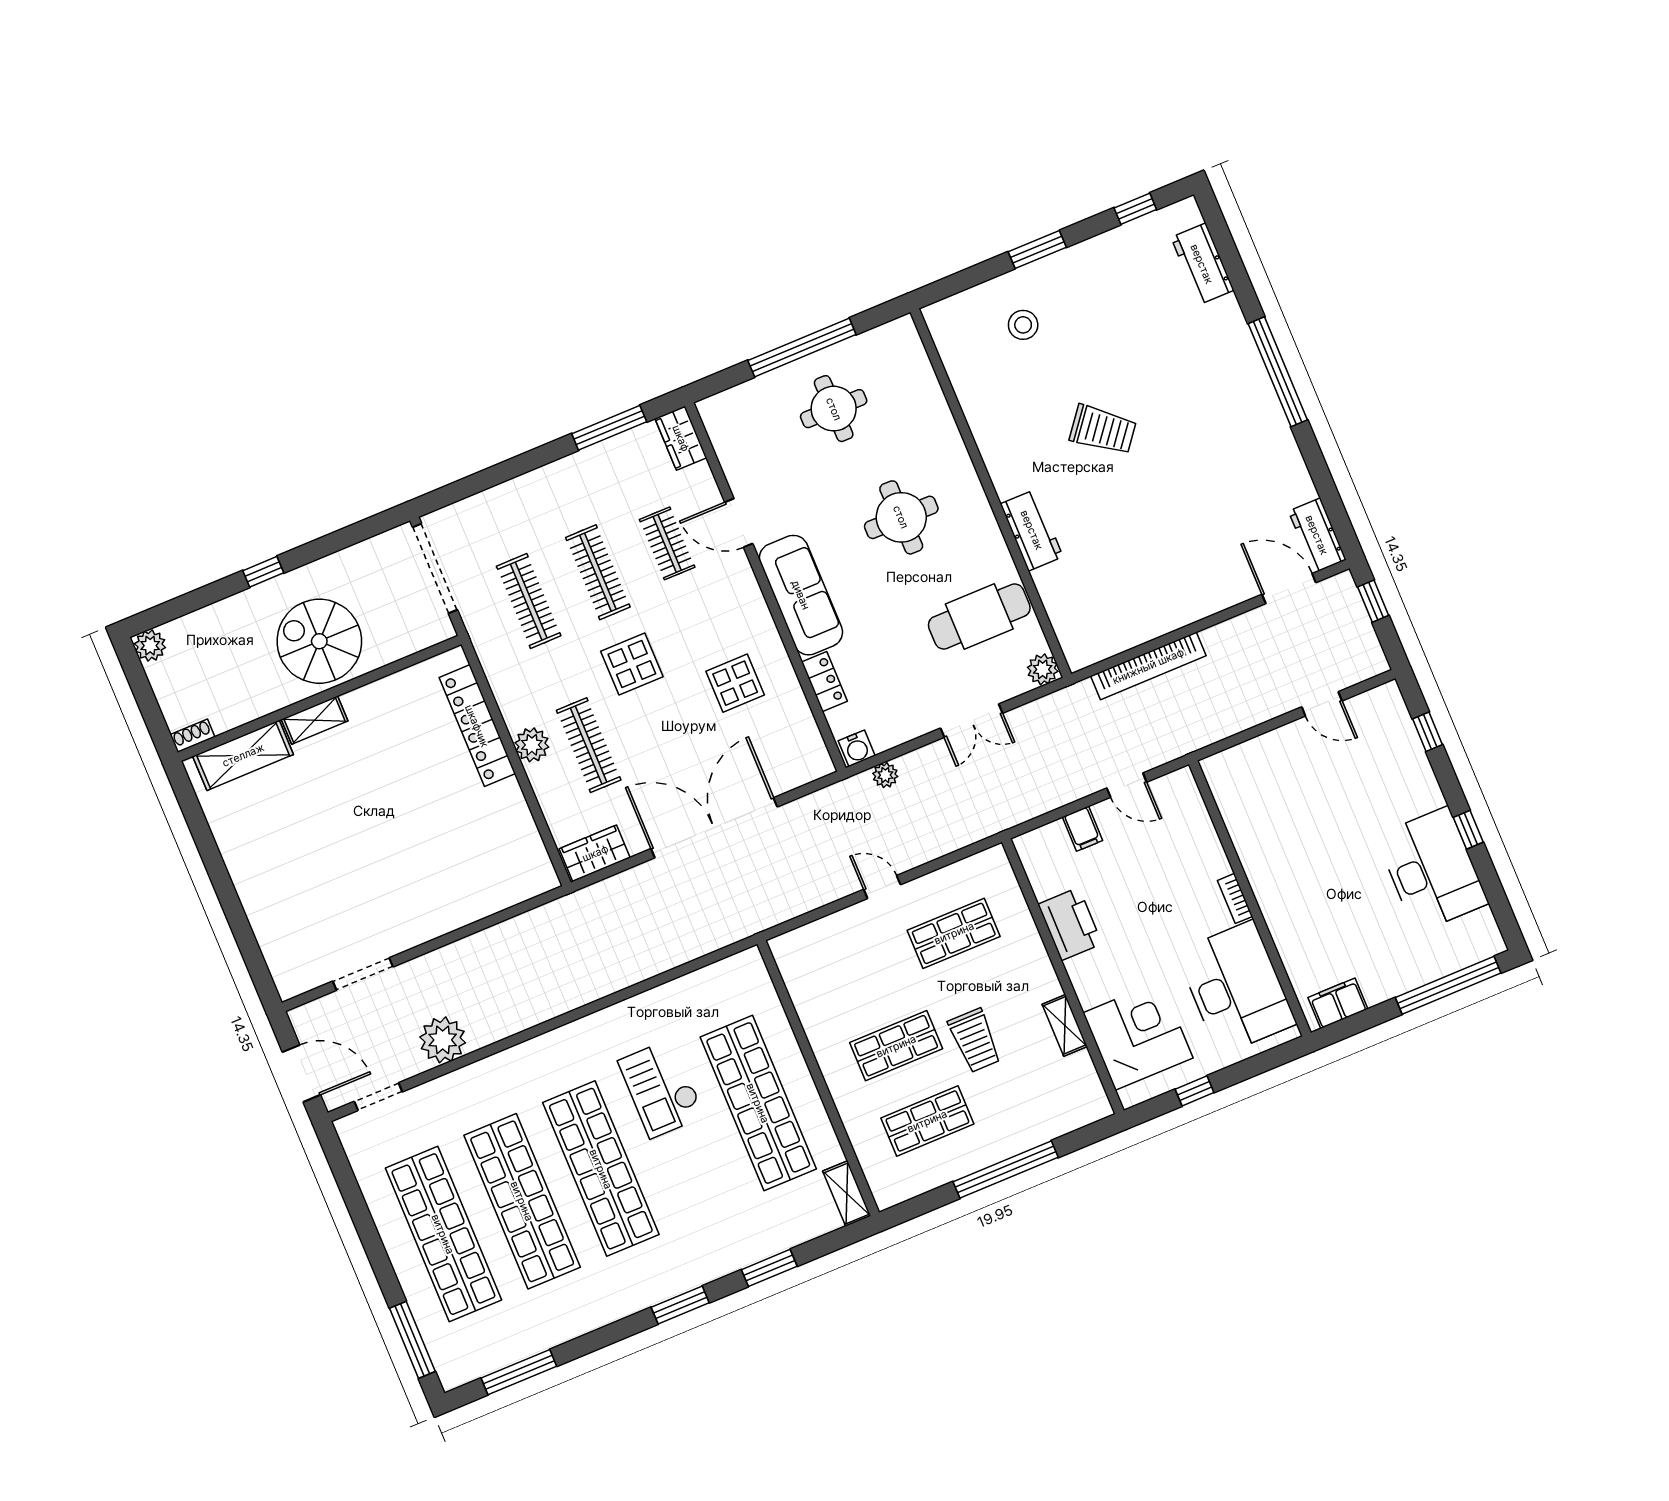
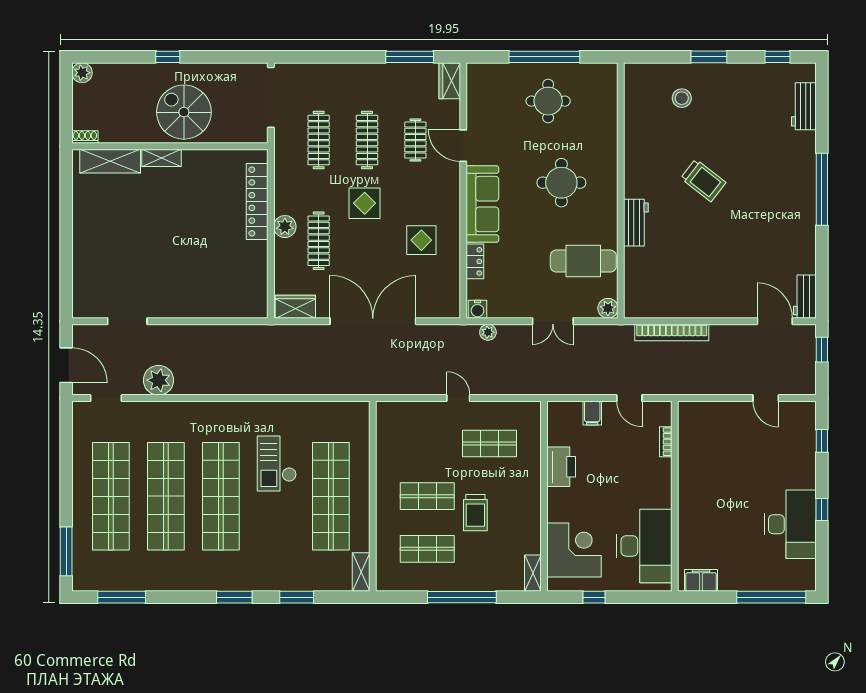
bookcase: (1235, 898) -> (666, 442), moved
shelving: (1065, 1025) -> (533, 573), moved

